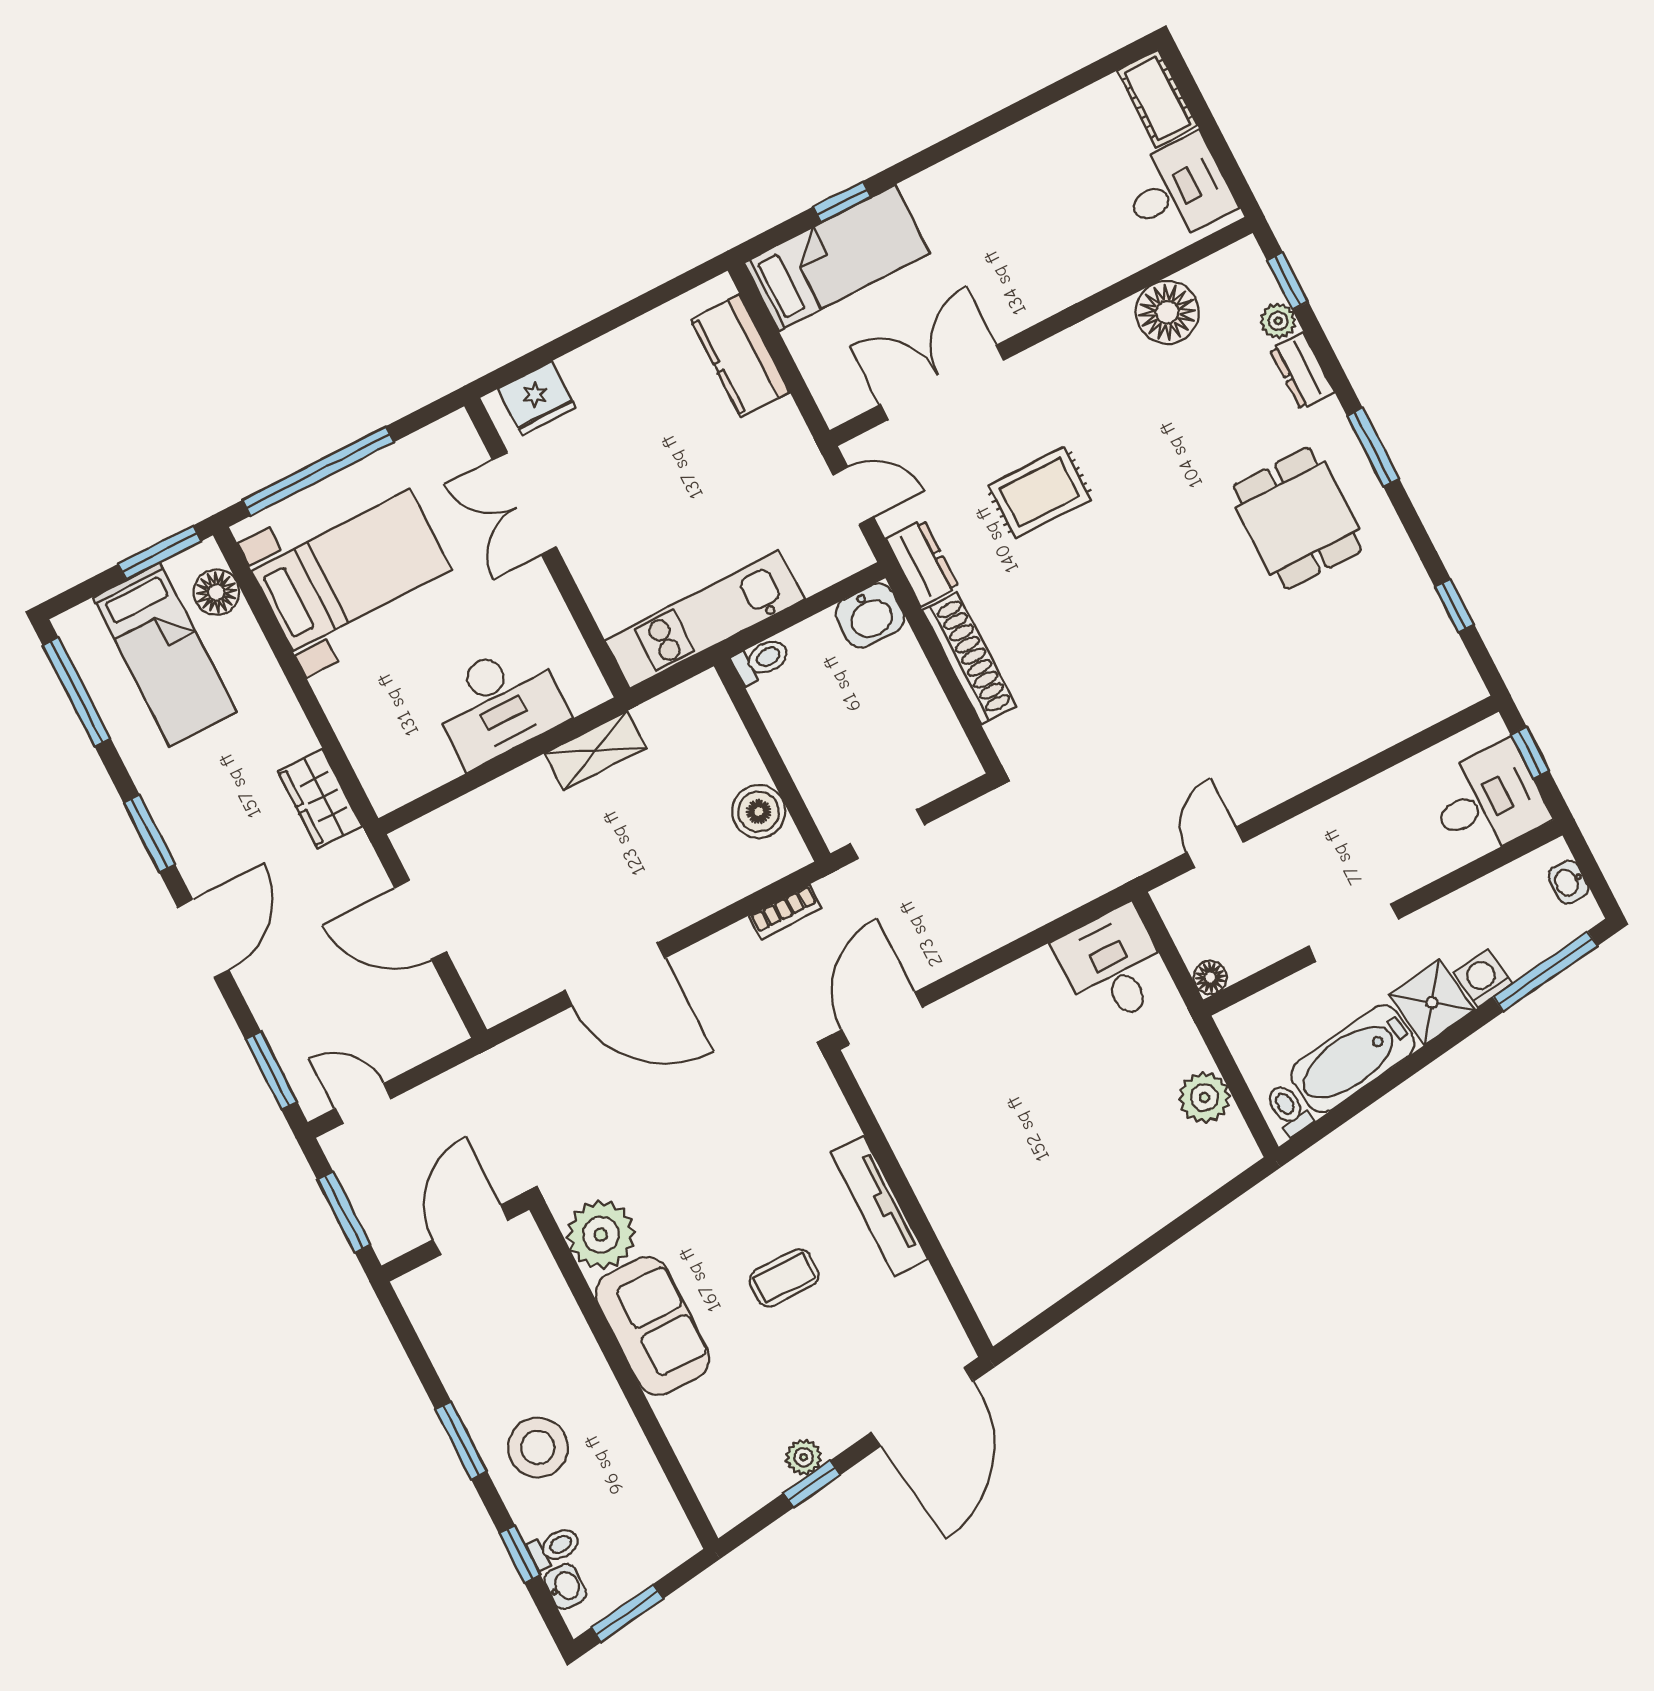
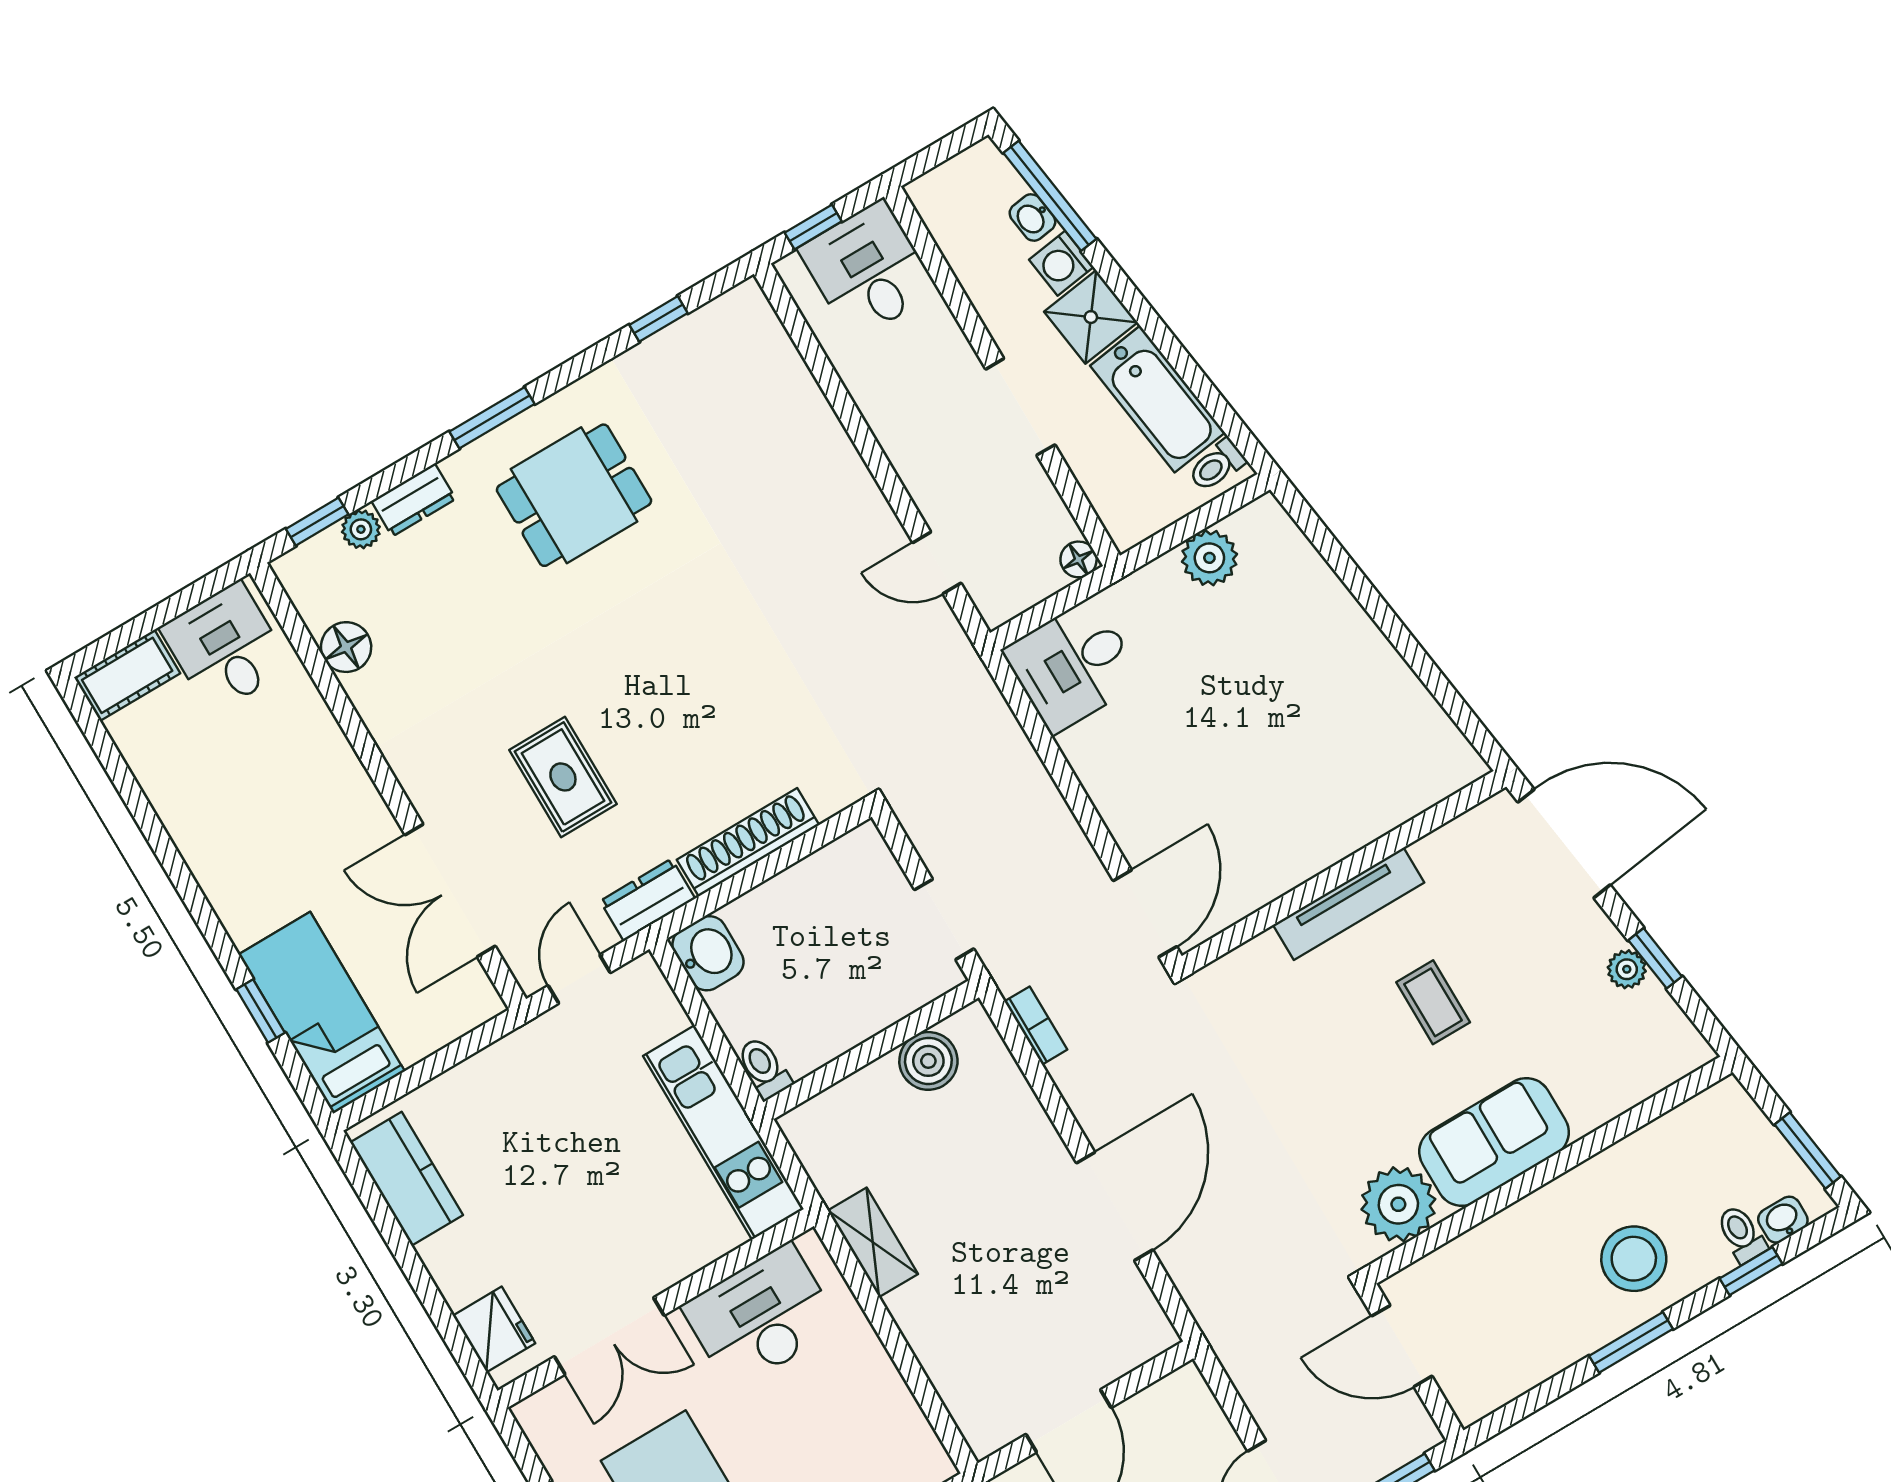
floor lamp: (1167, 312) -> (346, 647), width x0.73, depth x0.73
kitchen counter: (740, 356) -> (406, 1179), moved, turned -90
desk: (499, 704) -> (761, 1317), moved, turned -90
washbasin: (1568, 882) -> (1032, 217), moved, turned 82
door: (882, 1019) -> (1145, 914), swing flipped

